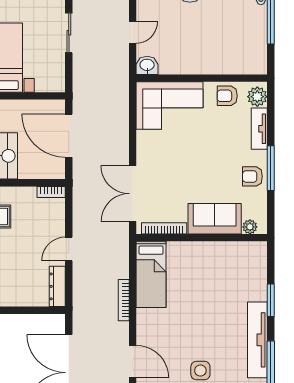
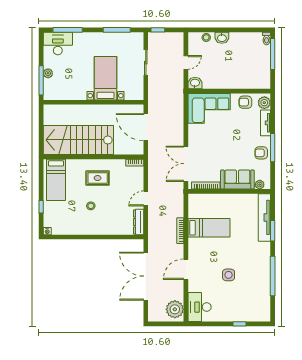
bed: (151, 274) -> (209, 228), moved, turned -90
tv unit: (257, 340) -> (264, 217), moved
door: (133, 361) -> (186, 269), swing flipped

